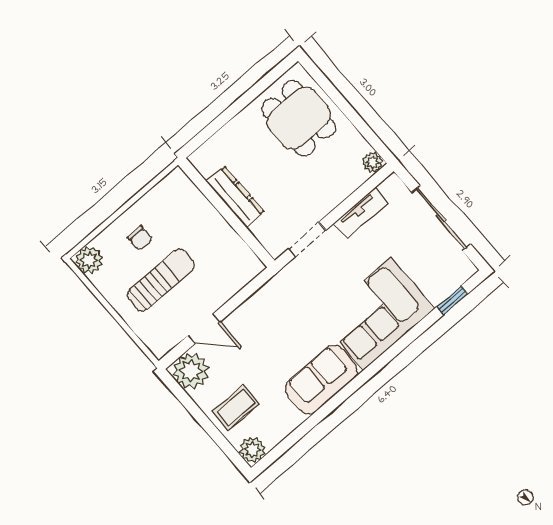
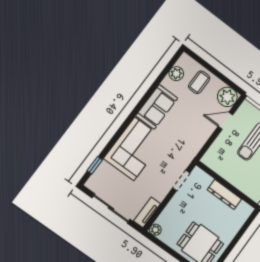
tv unit: (361, 213) -> (147, 212), moved
plant: (252, 450) -> (176, 74), moved

